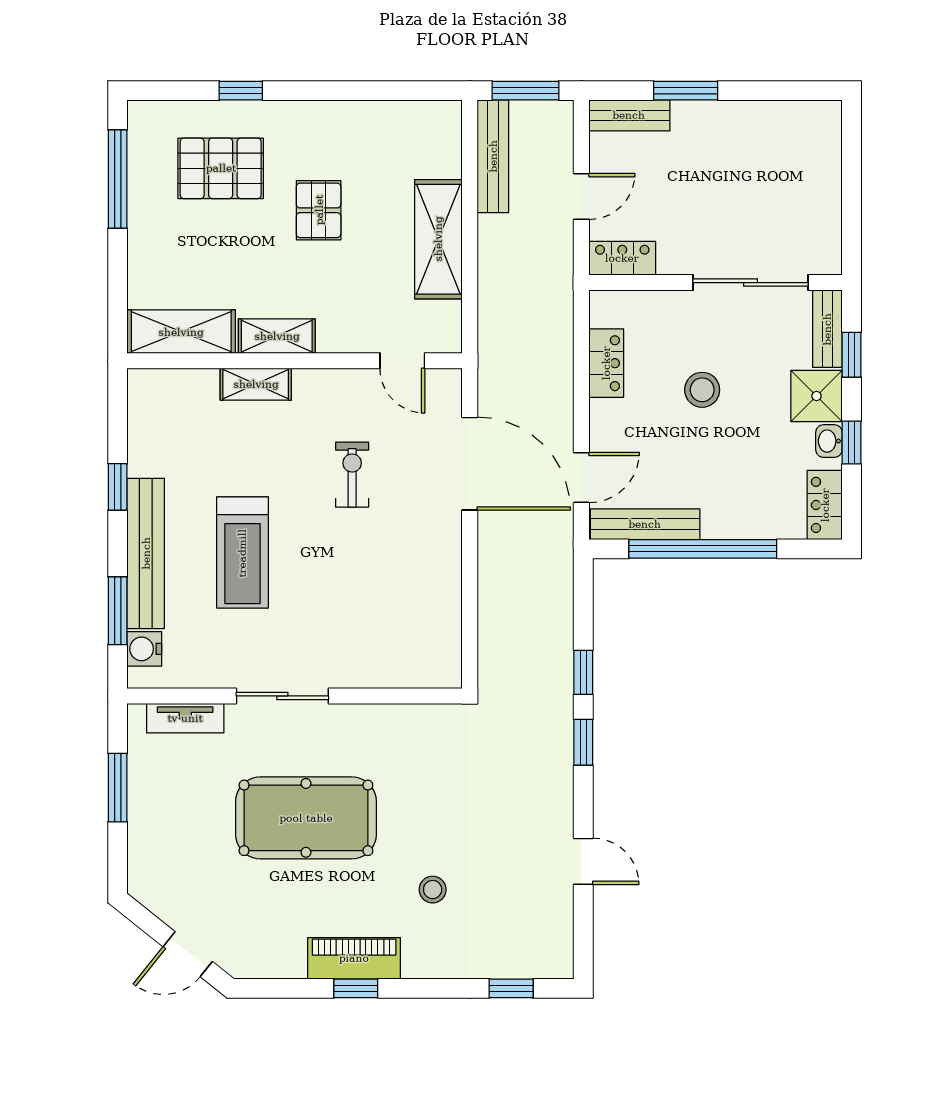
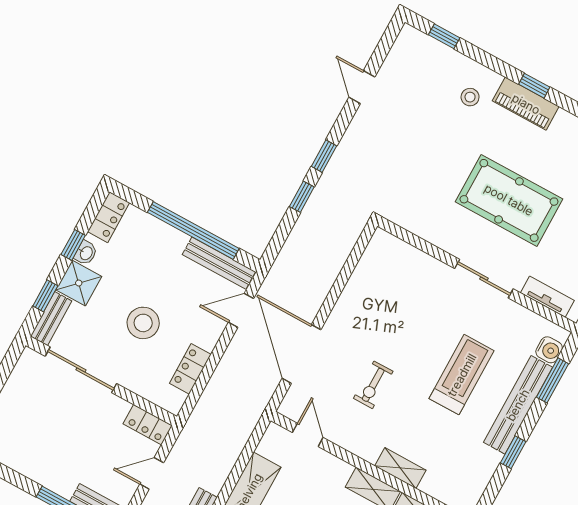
stool: (702, 390) -> (143, 323), width x1.38, depth x1.38
stool: (433, 890) -> (470, 97), moved

